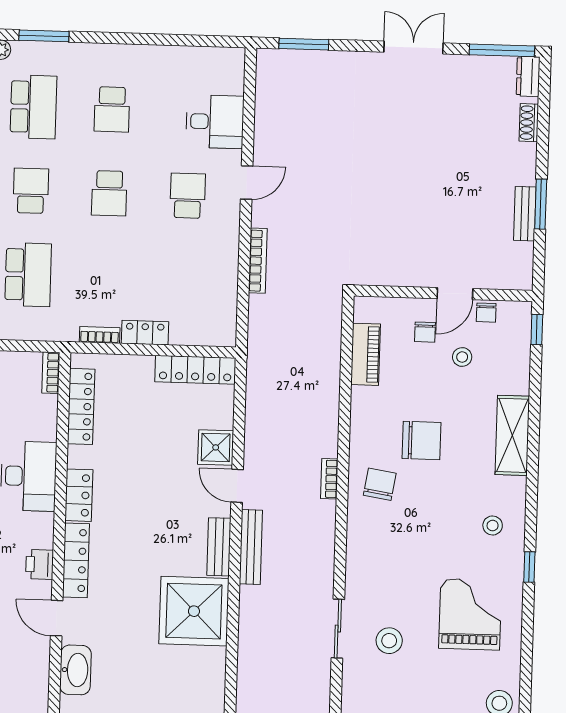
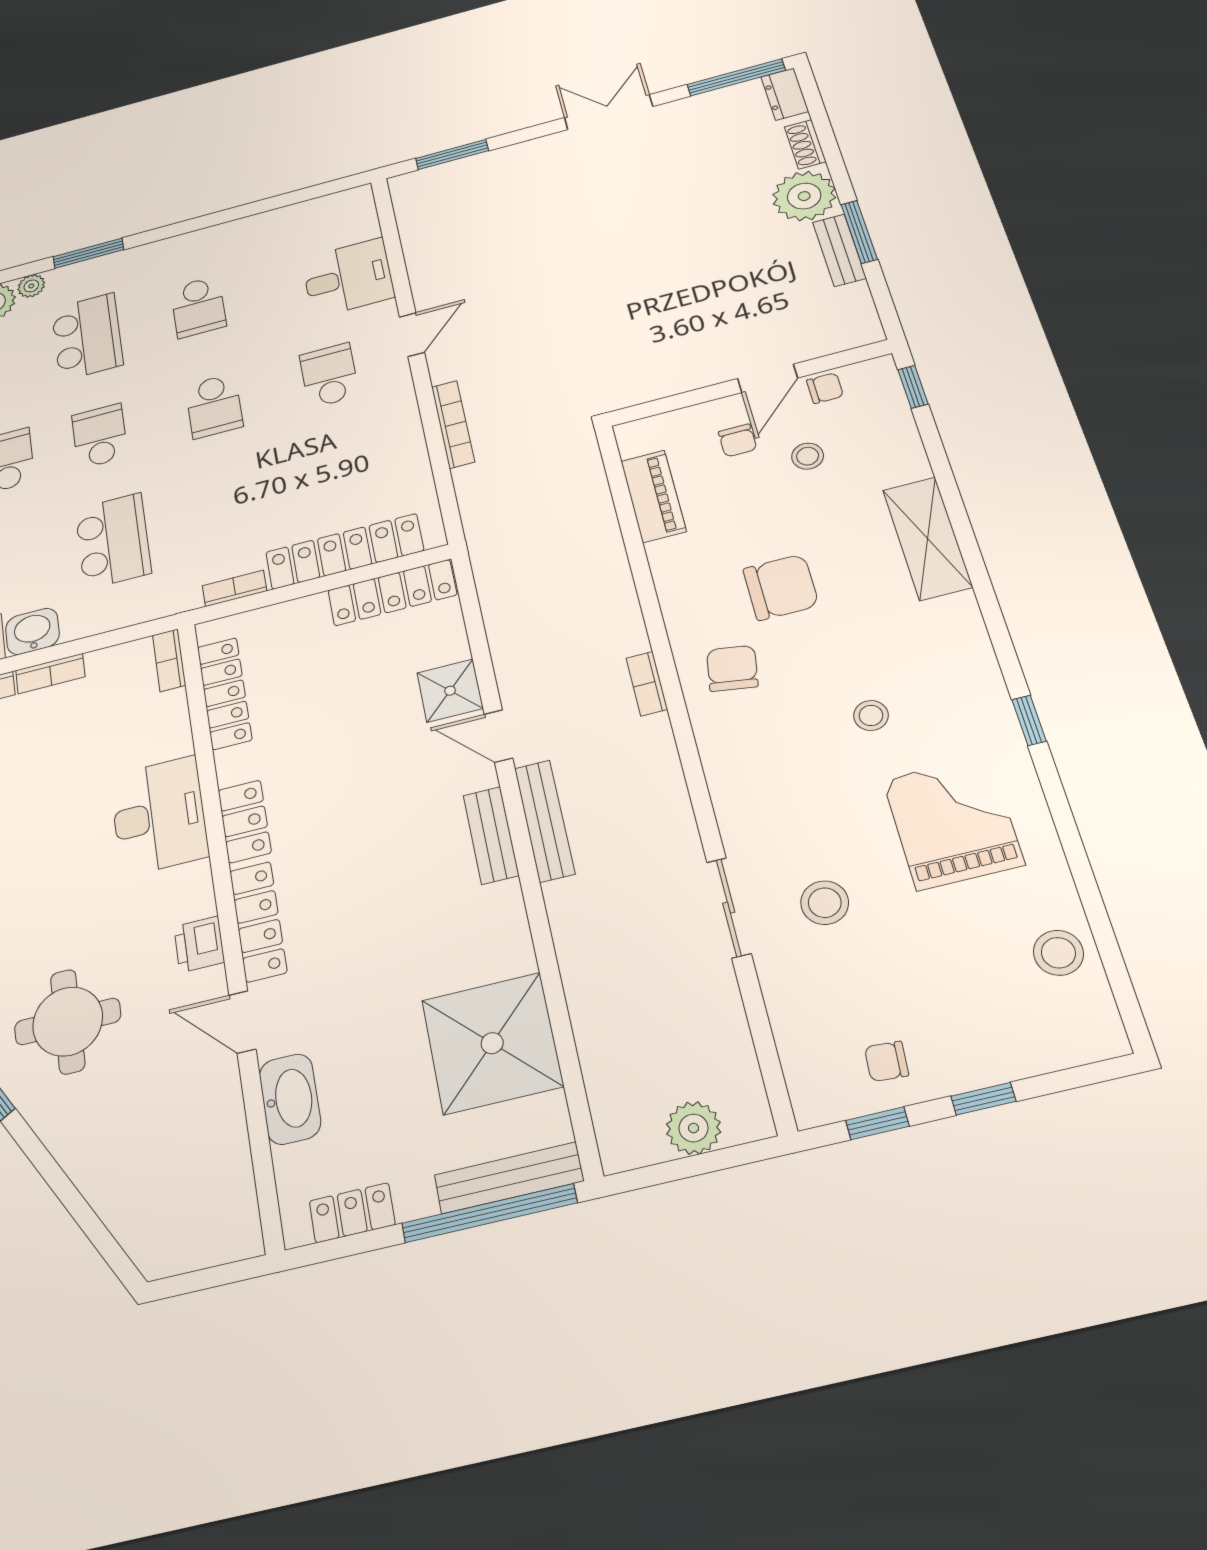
plant: (516, 164) -> (804, 196), added
chair: (486, 313) -> (825, 388), turned -90
locker: (145, 333) -> (344, 551), width x2.16, depth x1.21
stool: (493, 526) -> (871, 715), moved
shower: (194, 611) -> (492, 1043), moved

